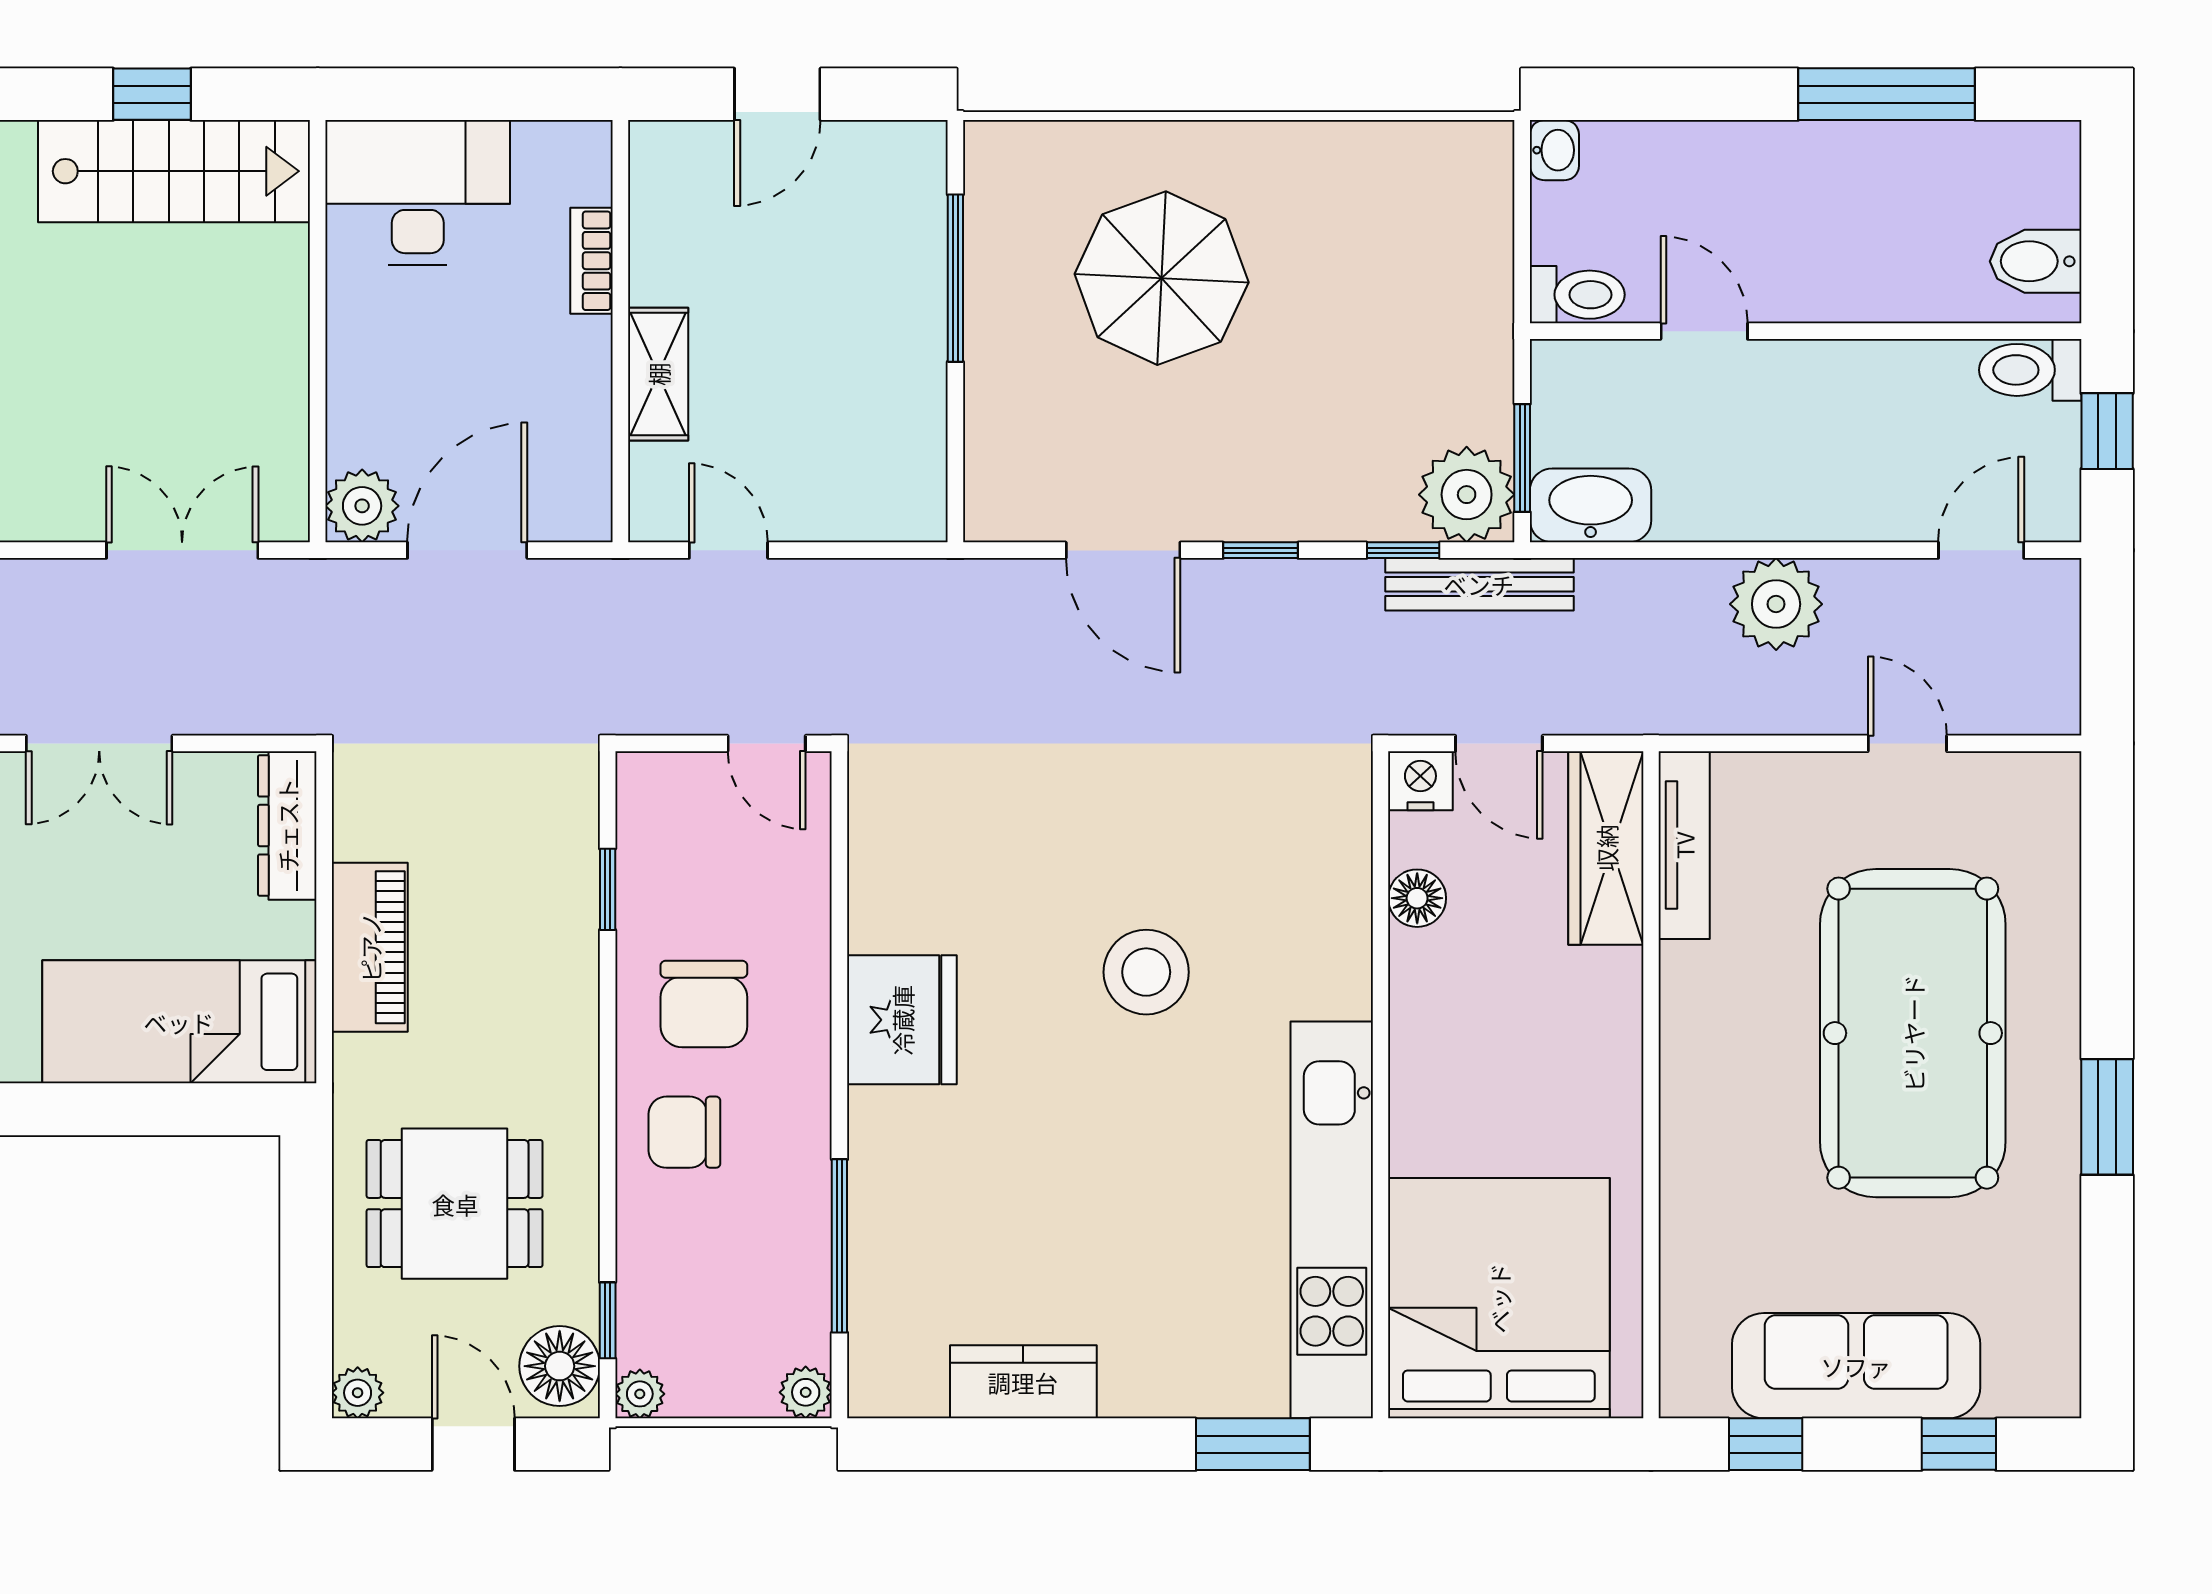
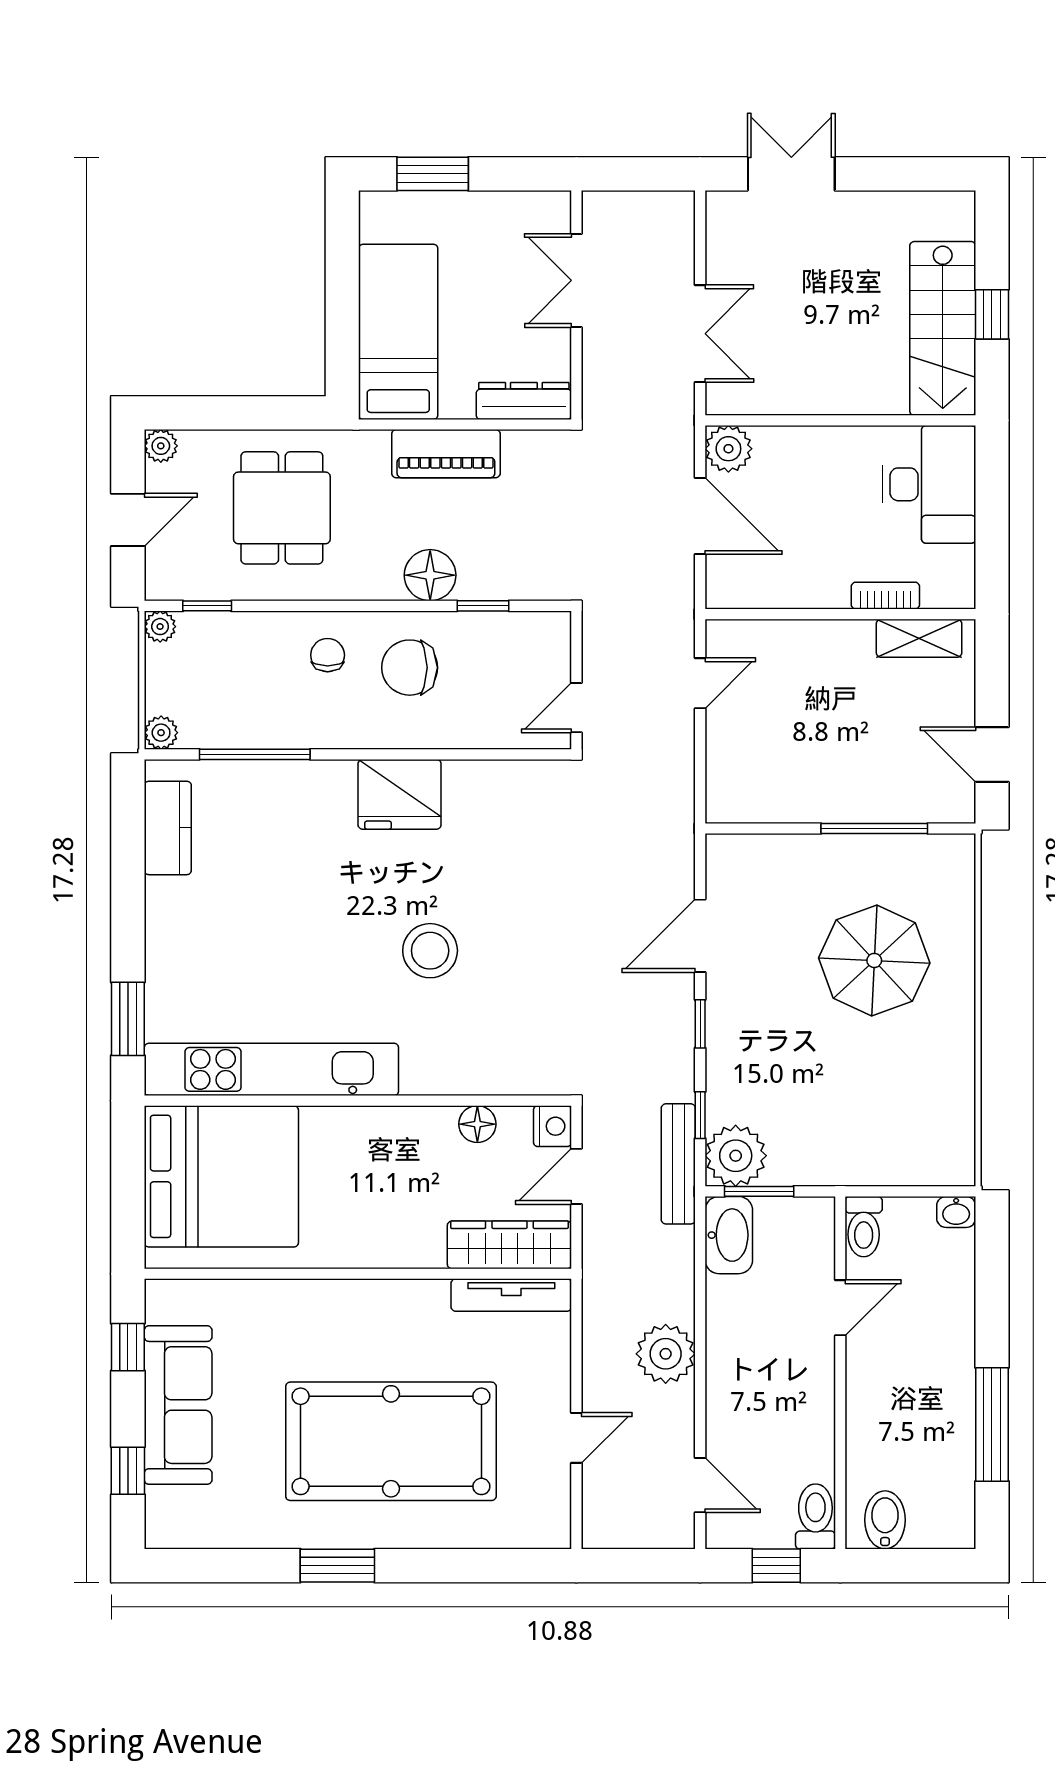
door: (777, 94) -> (992, 754), moved
shelving: (658, 374) -> (919, 638), moved
chair: (684, 1132) -> (328, 655), width x0.73, depth x0.73
floor lamp: (560, 1366) -> (430, 575), moved
kitchen counter: (1023, 1382) -> (168, 828), moved

